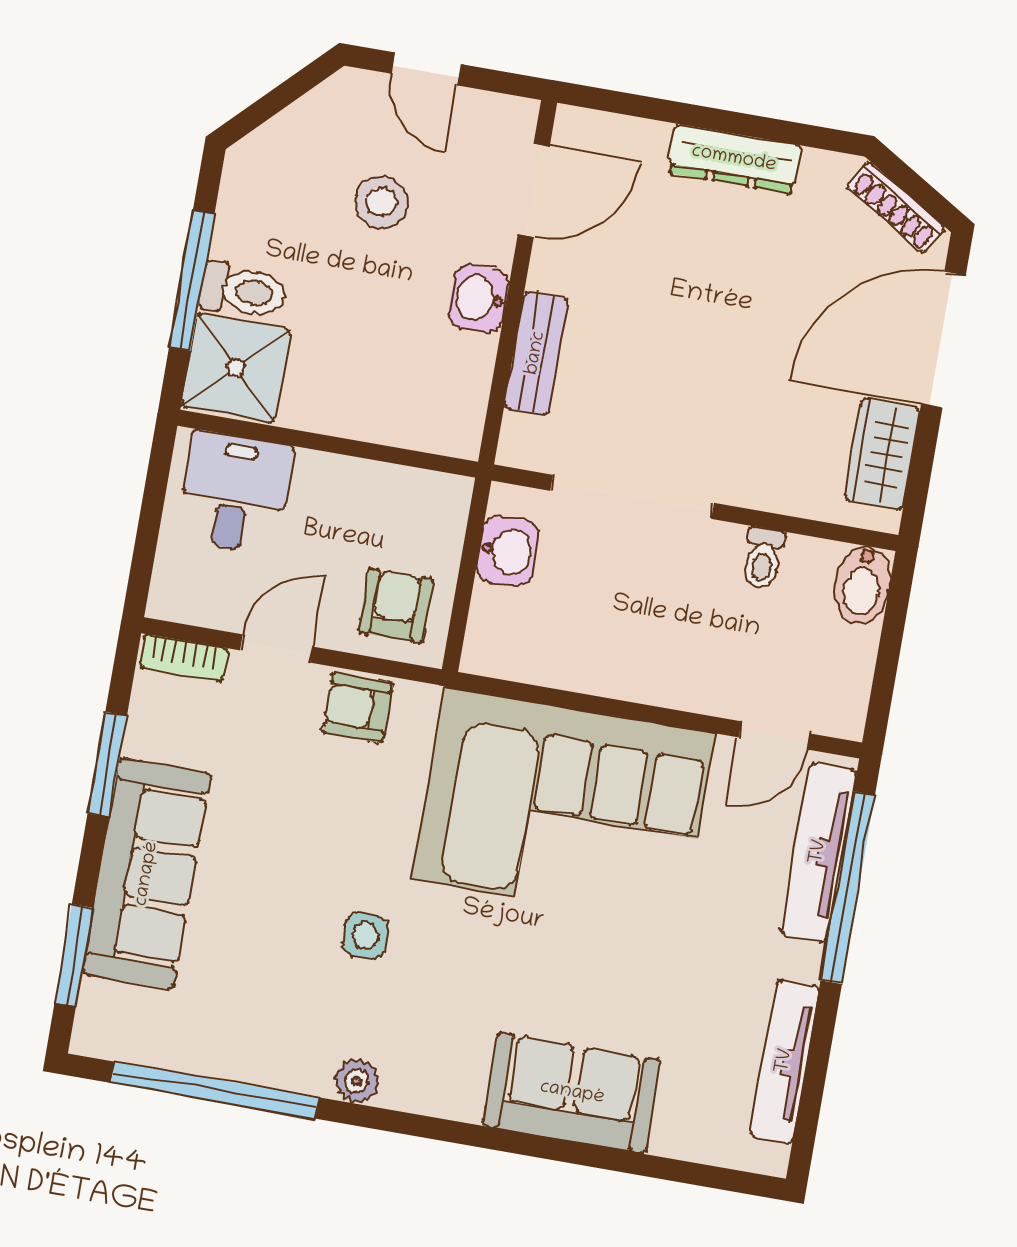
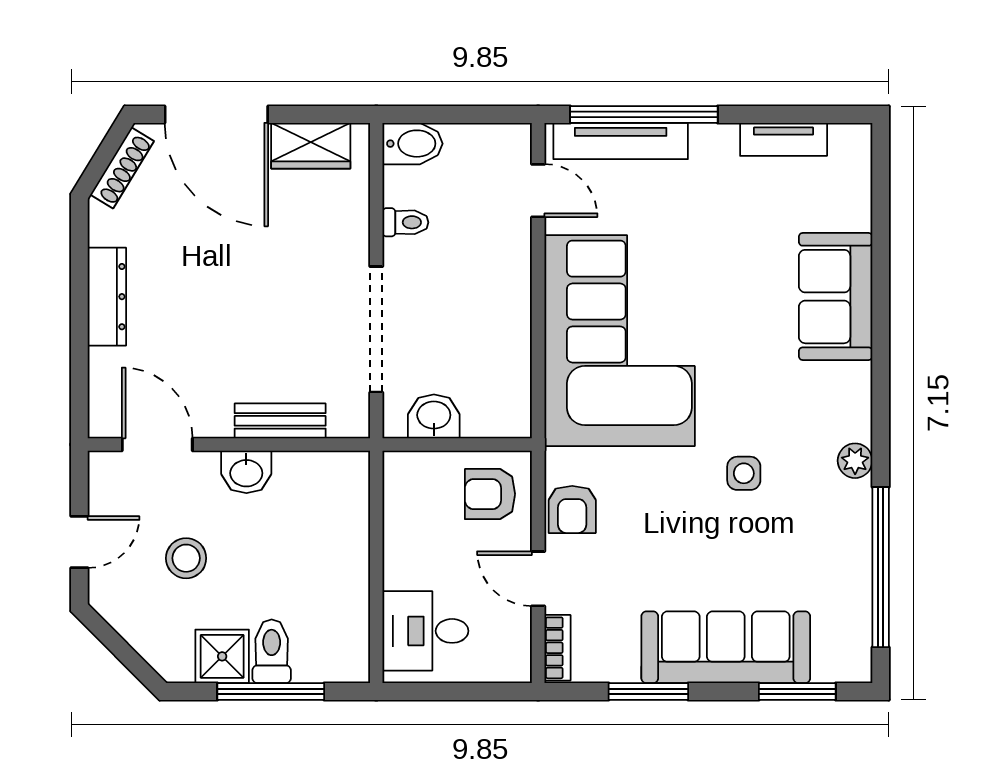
shower: (236, 368) -> (222, 656), moved, width x0.73, depth x0.73
tv unit: (785, 1061) -> (784, 139), width x0.71

